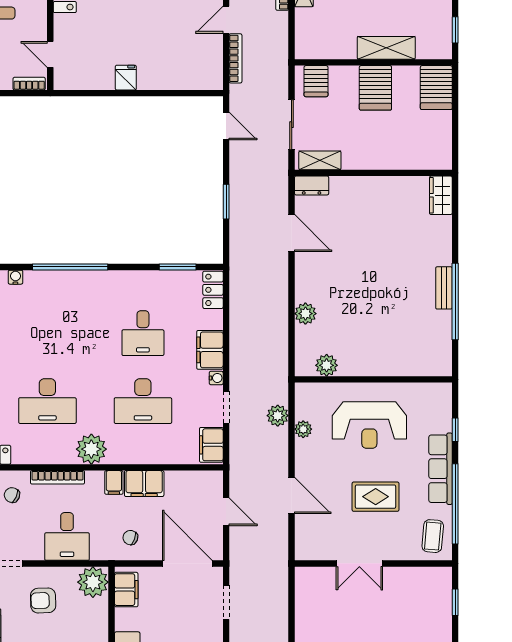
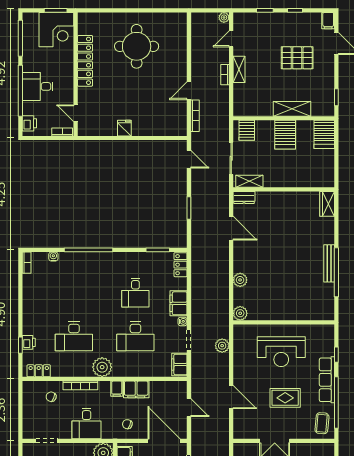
bench: (444, 288) -> (329, 263), width x1.36
plant: (327, 365) -> (240, 313), moved
plant: (303, 429) -> (239, 354), removed

